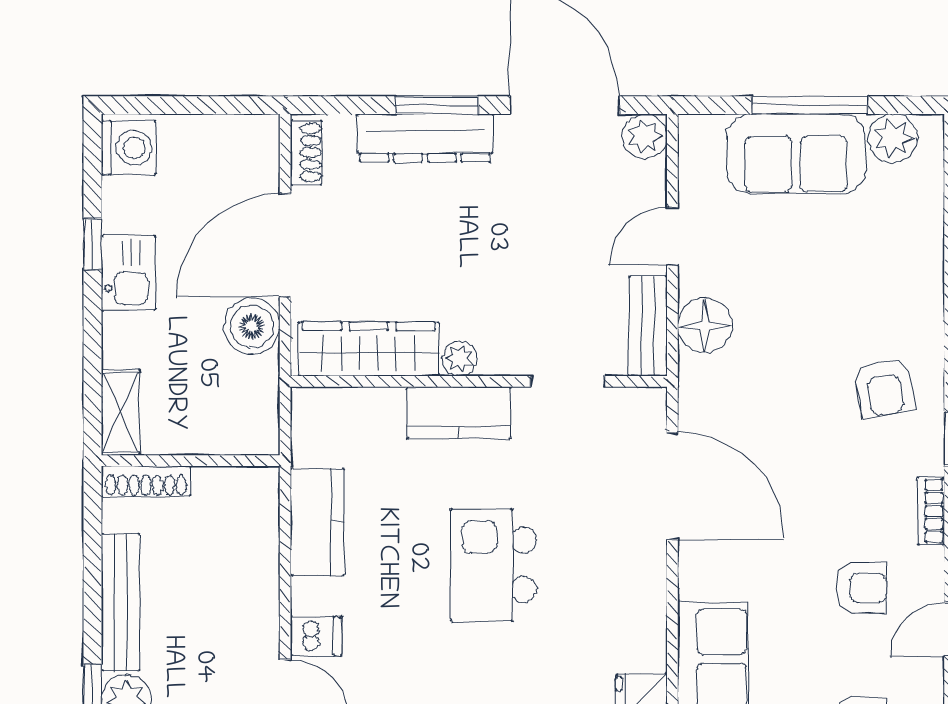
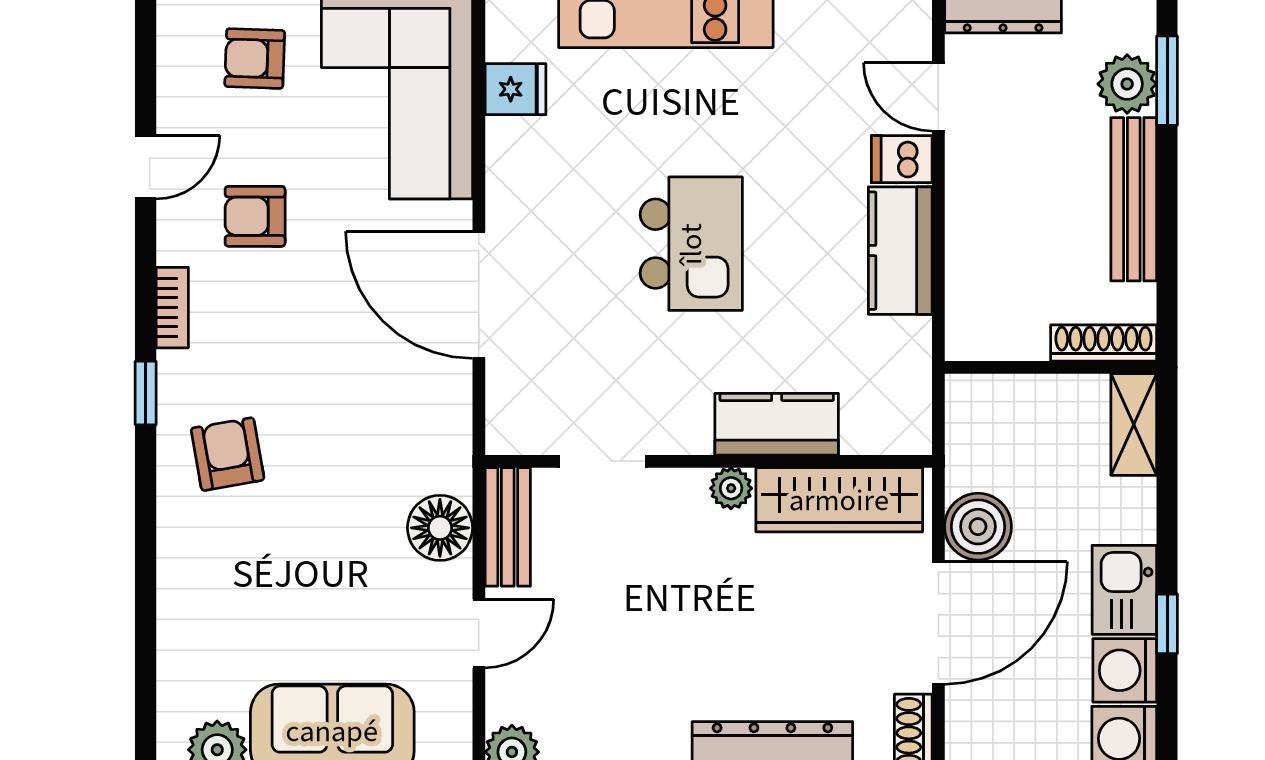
washing machine: (128, 205) -> (1125, 670), added
kitchen counter: (458, 413) -> (777, 424), moved
door: (672, 486) -> (479, 295), moved
kitchen counter: (317, 522) -> (900, 251), moved

